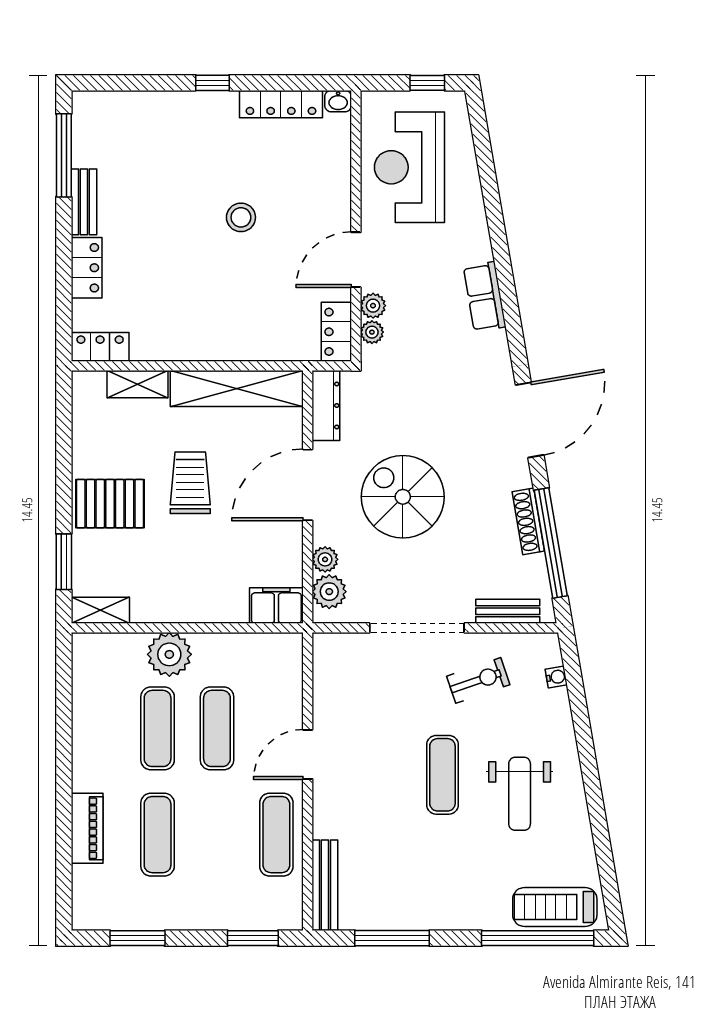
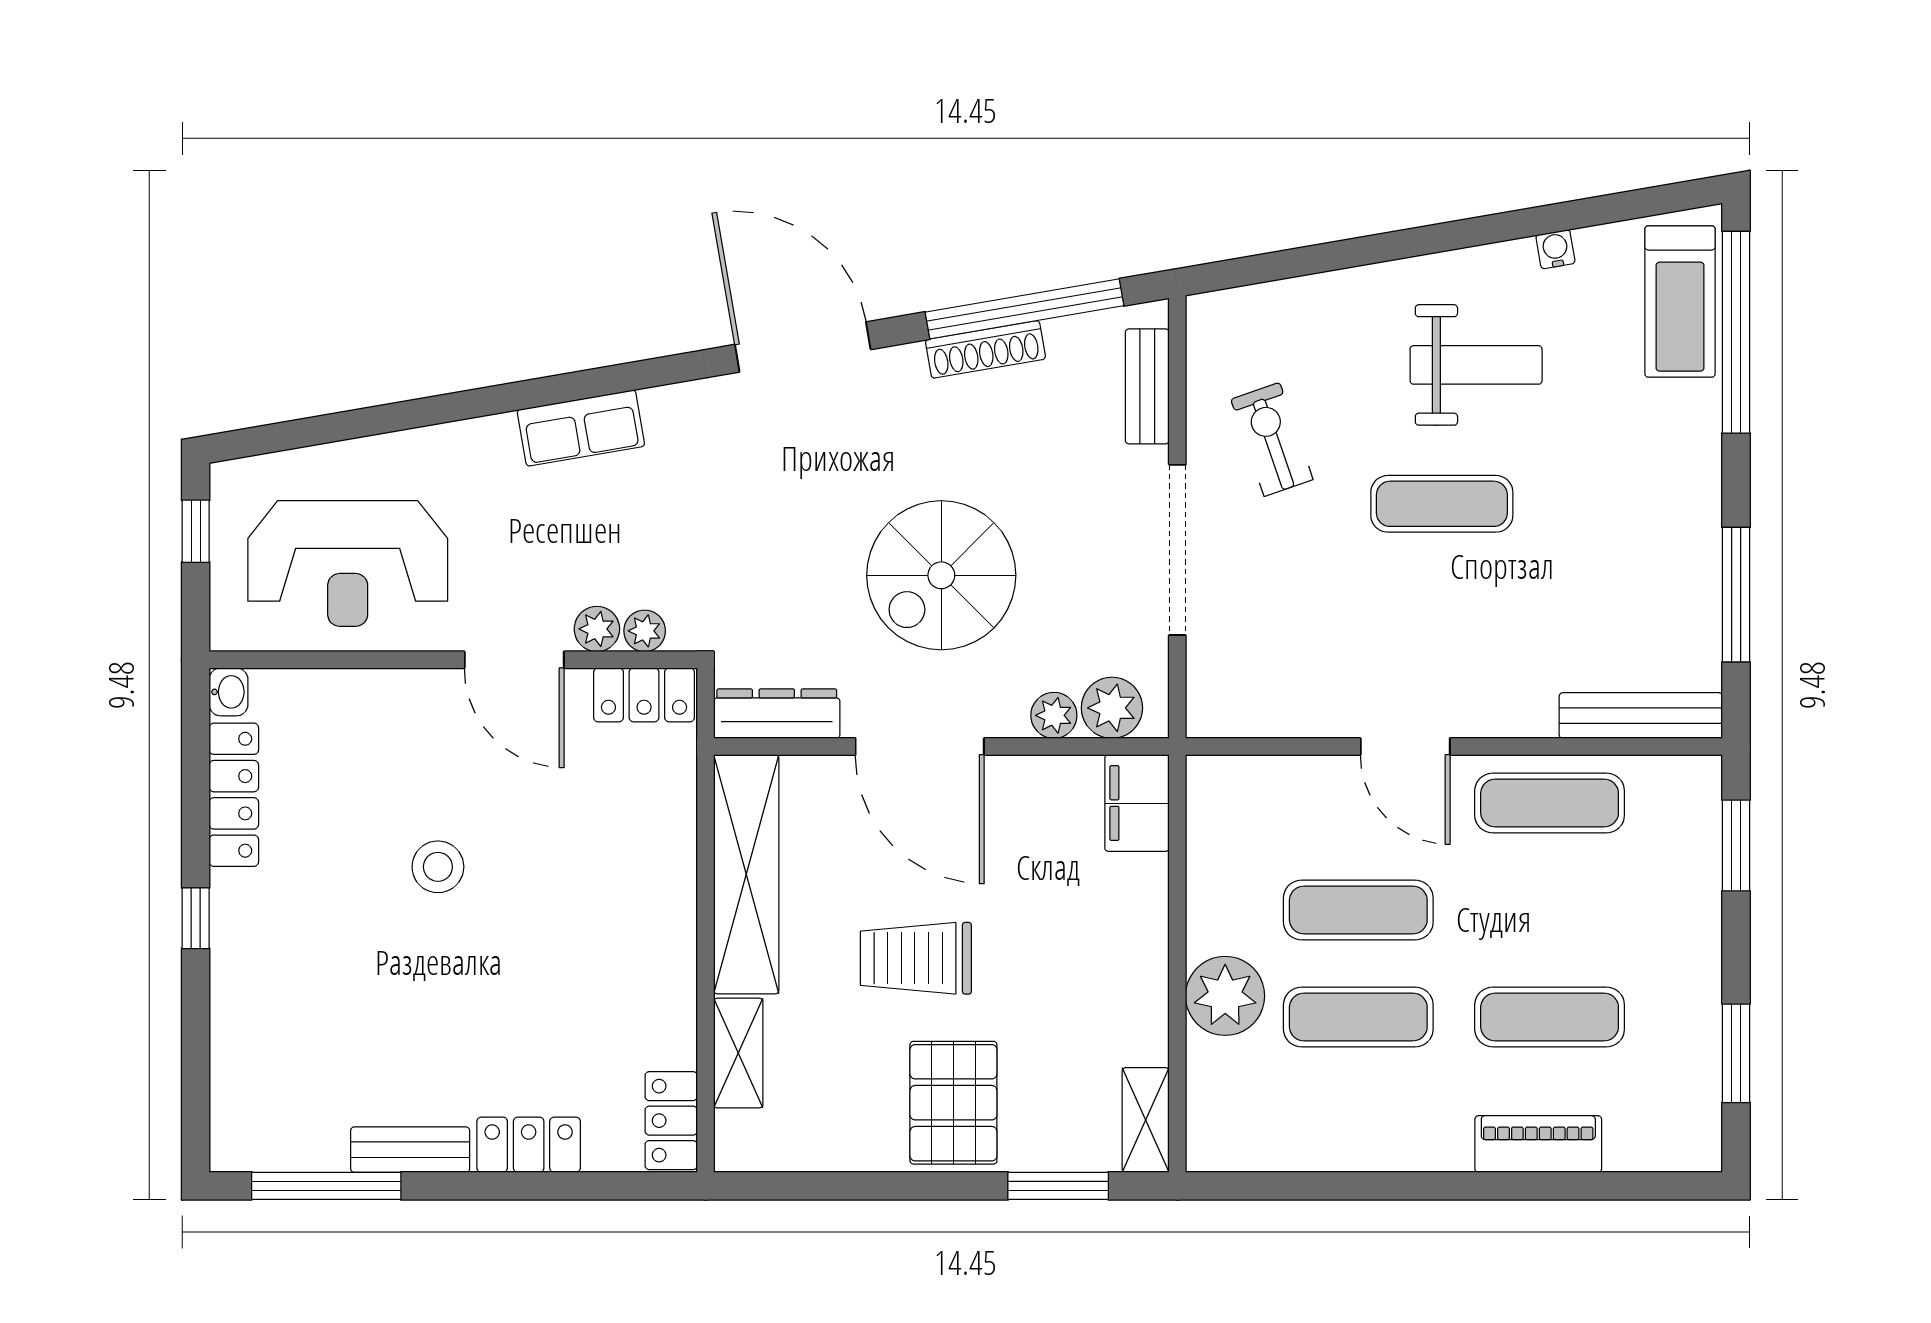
water cooler: (556, 677) -> (1555, 249), moved

